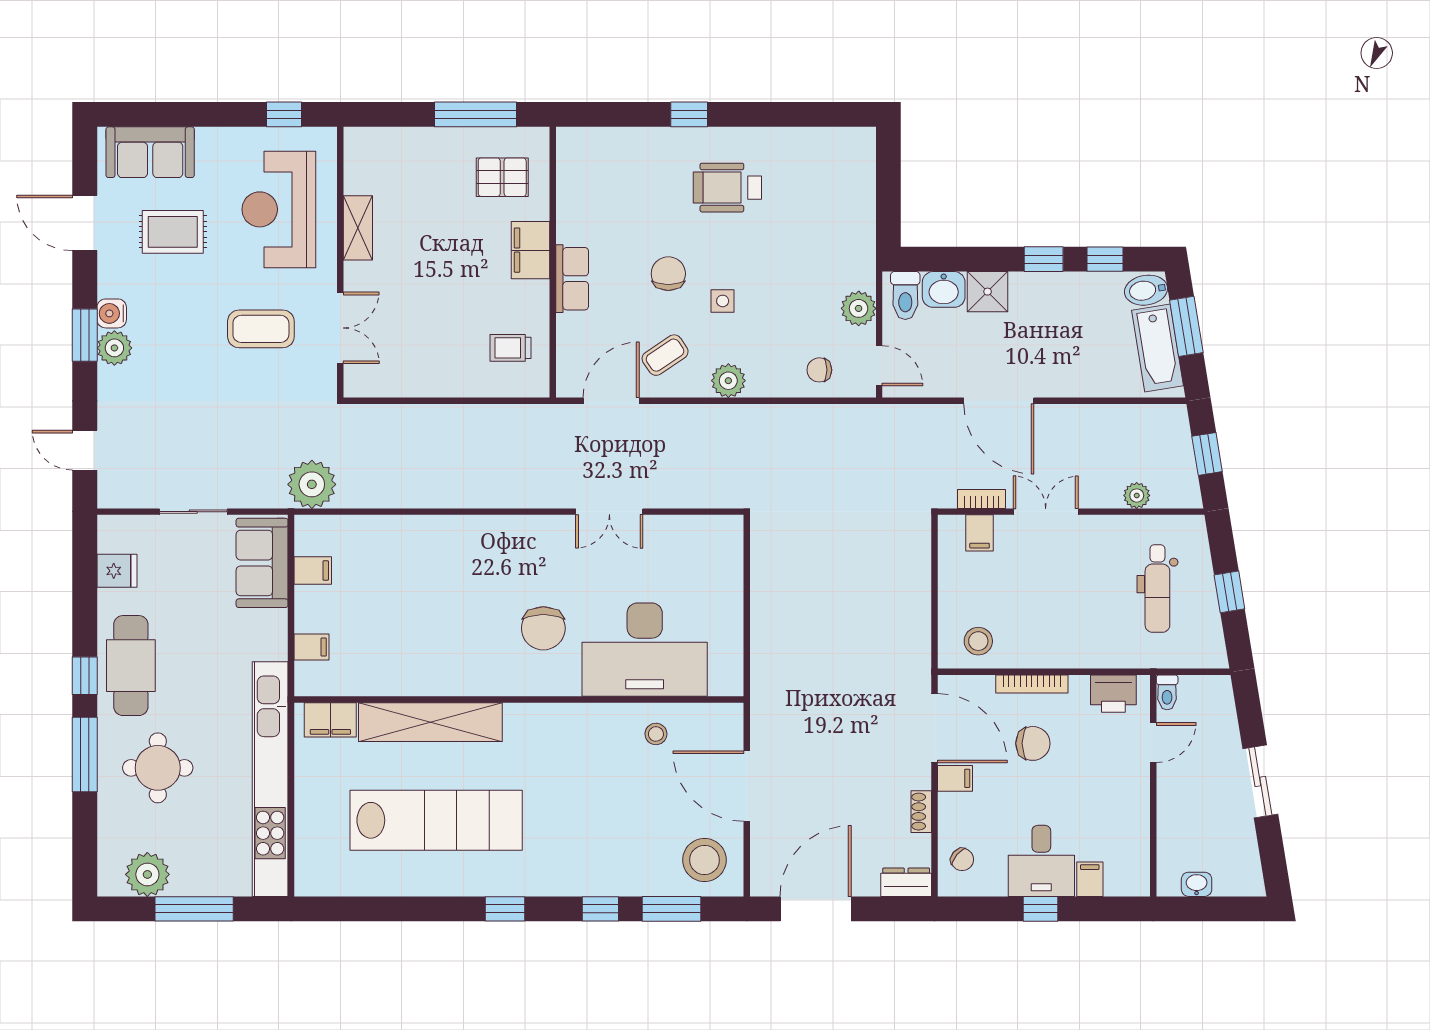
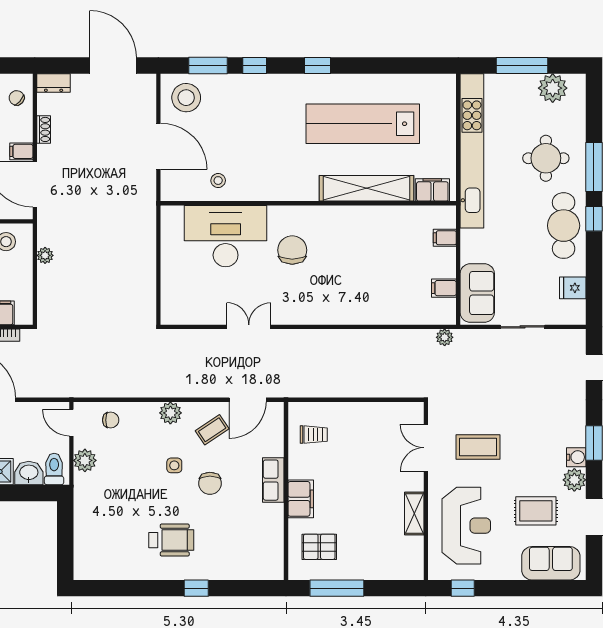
plant: (114, 348) -> (574, 480), moved
plant: (312, 484) -> (445, 337), width x0.53, depth x0.53
plant: (919, 620) -> (45, 255), added
door: (816, 909) -> (113, 65), swing flipped

